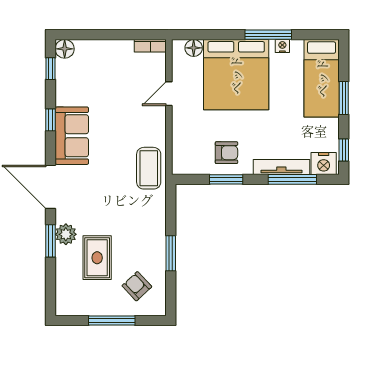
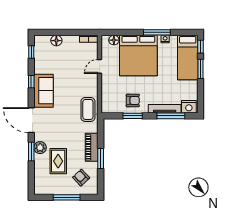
floor lamp: (65, 49) -> (56, 41), moved
window: (344, 150) -> (201, 47), moved
piano: (155, 234) -> (92, 147), added

